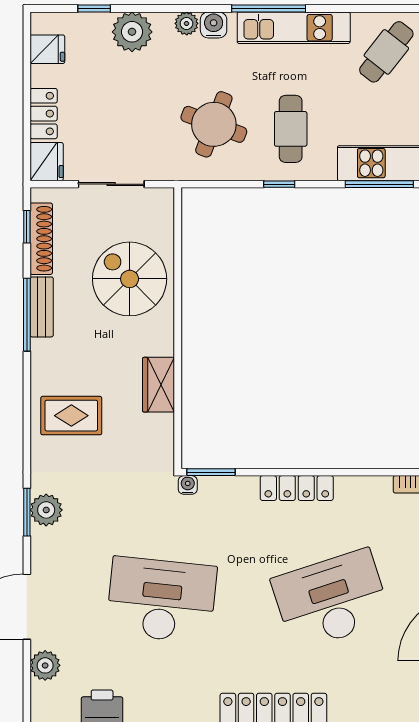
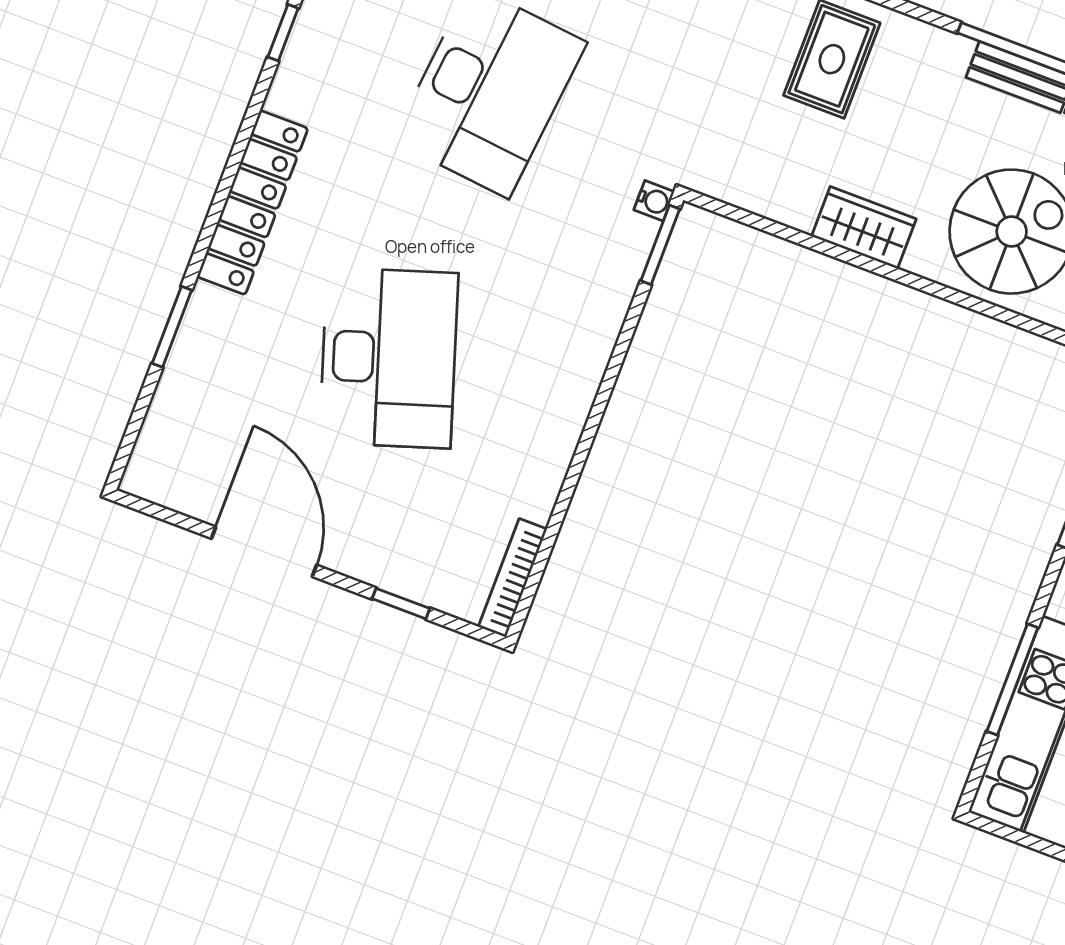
wardrobe: (159, 385) -> (864, 228), moved
locker: (297, 488) -> (585, 370), removed

